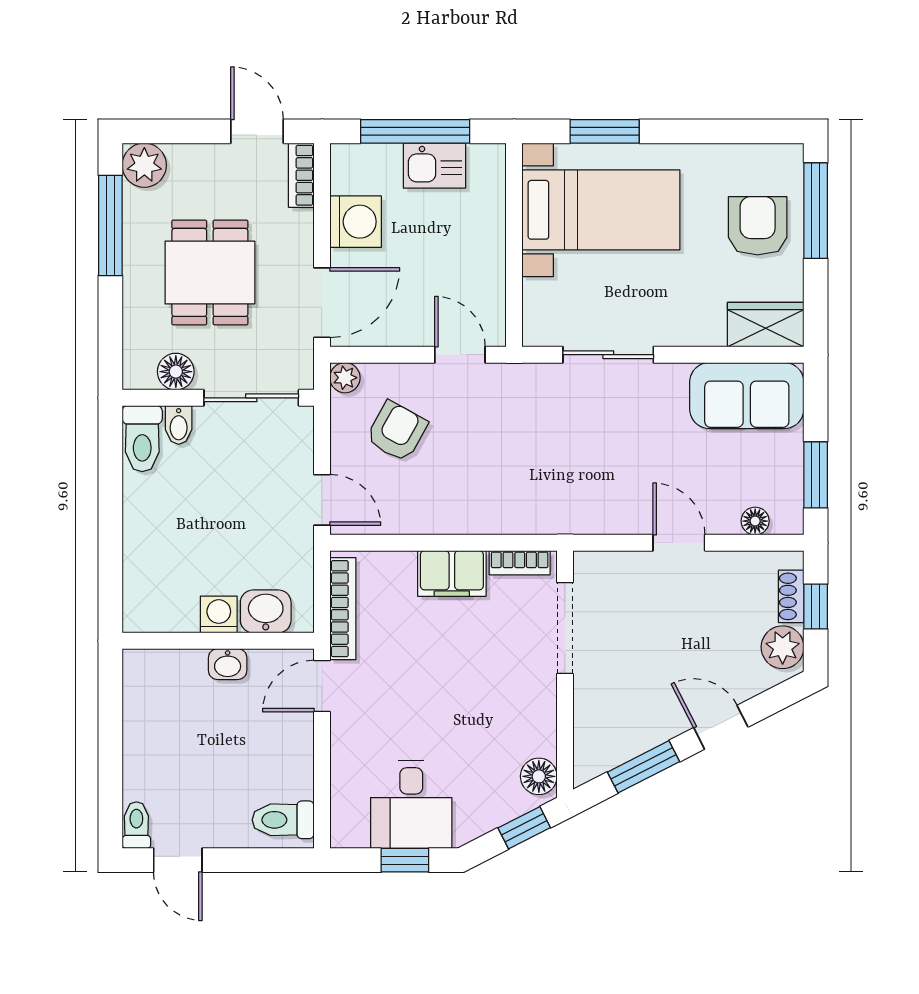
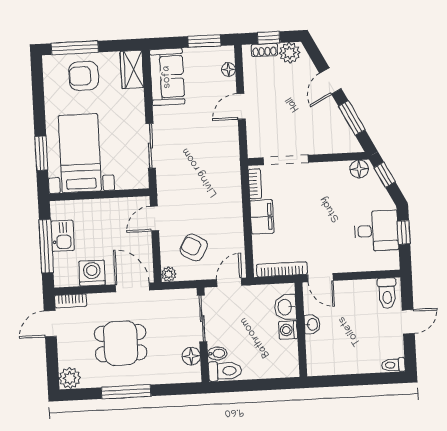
window: (110, 225) -> (126, 392), moved
floor lamp: (176, 372) -> (191, 356), moved
wall: (218, 398) -> (203, 335), moved
sliding door: (251, 398) -> (202, 319), moved
bidet: (179, 425) -> (217, 353), moved
toilet: (142, 439) -> (225, 371), moved
door: (178, 860) -> (408, 322), moved

